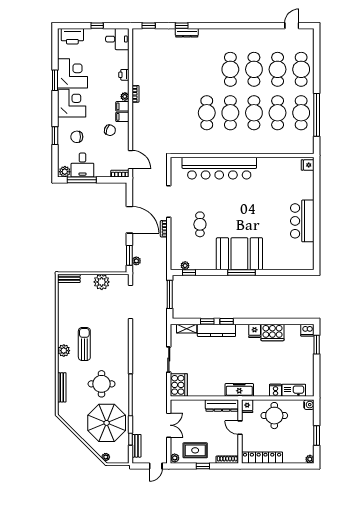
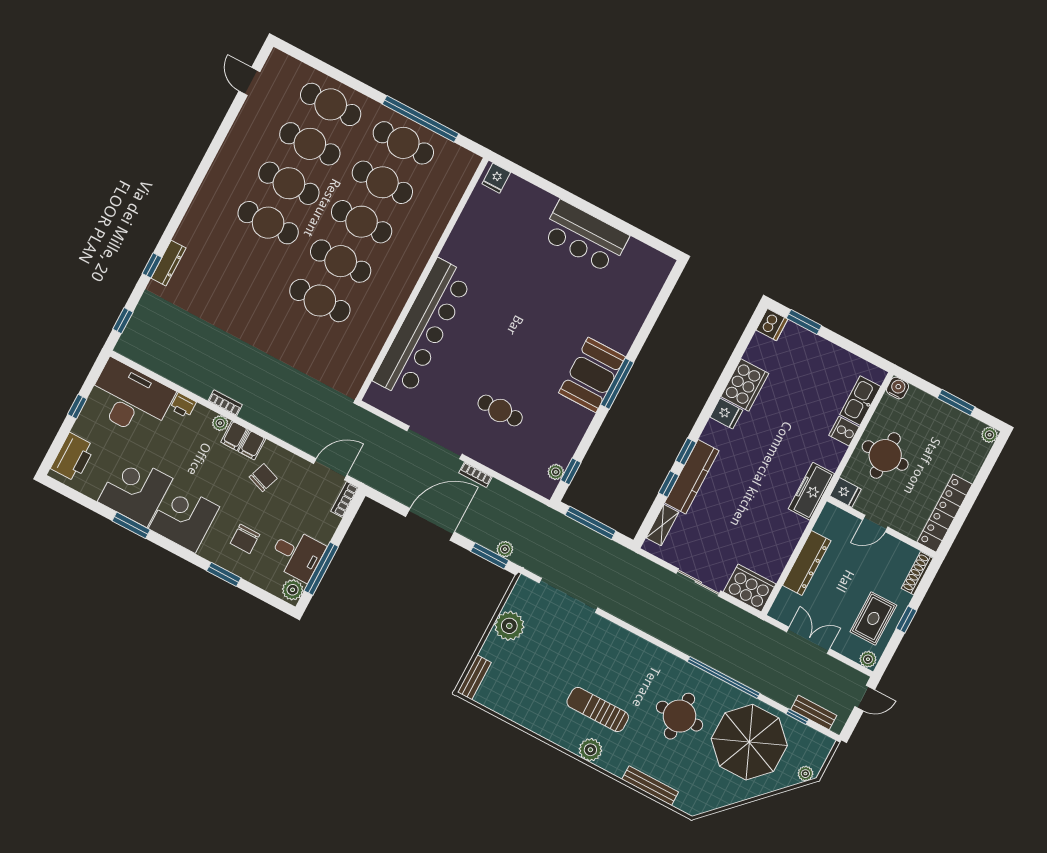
desk: (117, 39) -> (130, 399), width x1.87, depth x1.30
booth: (239, 254) -> (592, 375), width x0.73, depth x0.70
dresser: (222, 405) -> (807, 563), moved
door: (156, 466) -> (865, 698), hinge flipped

